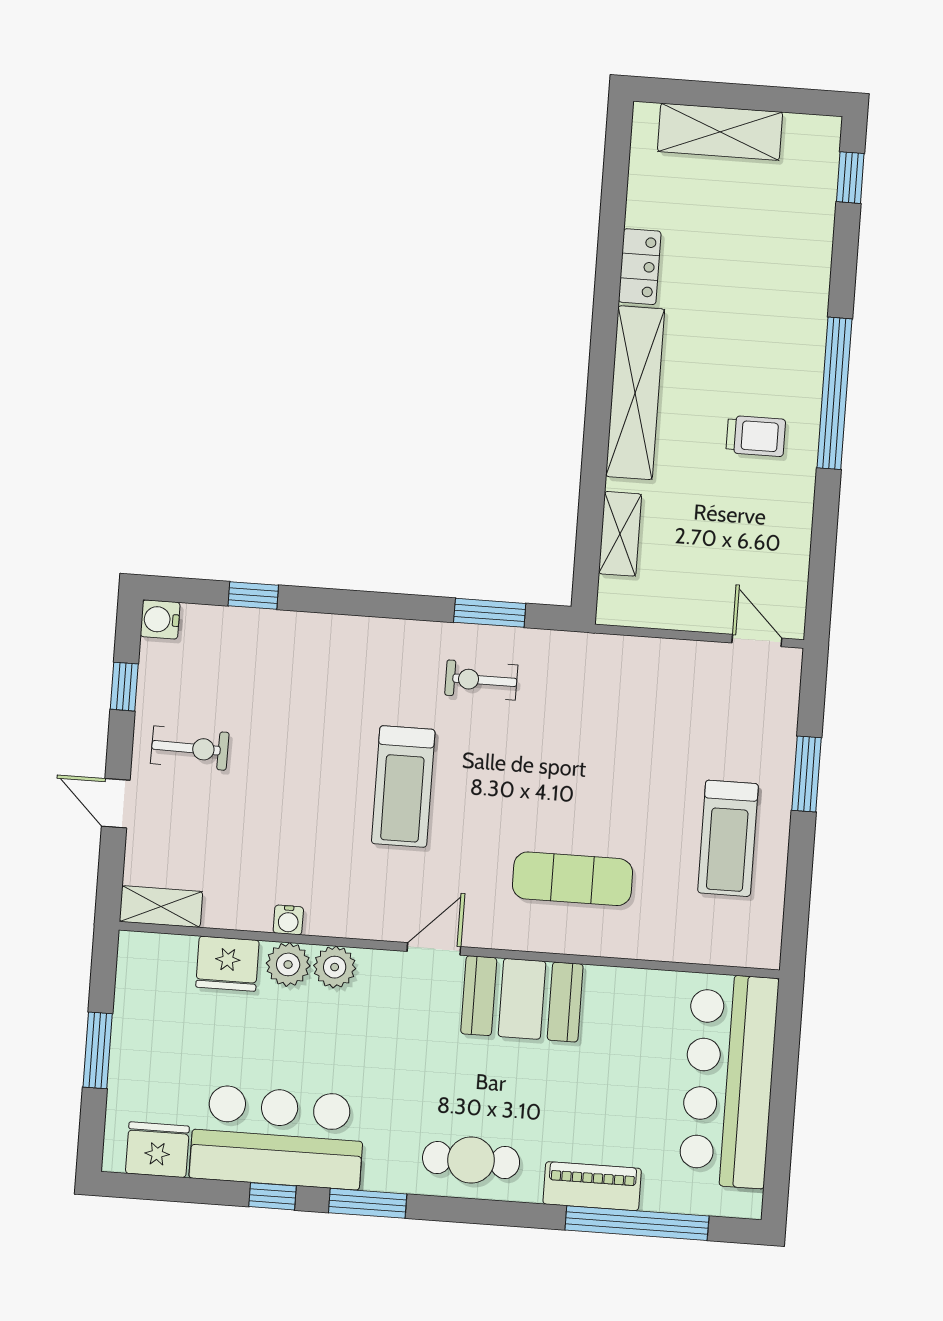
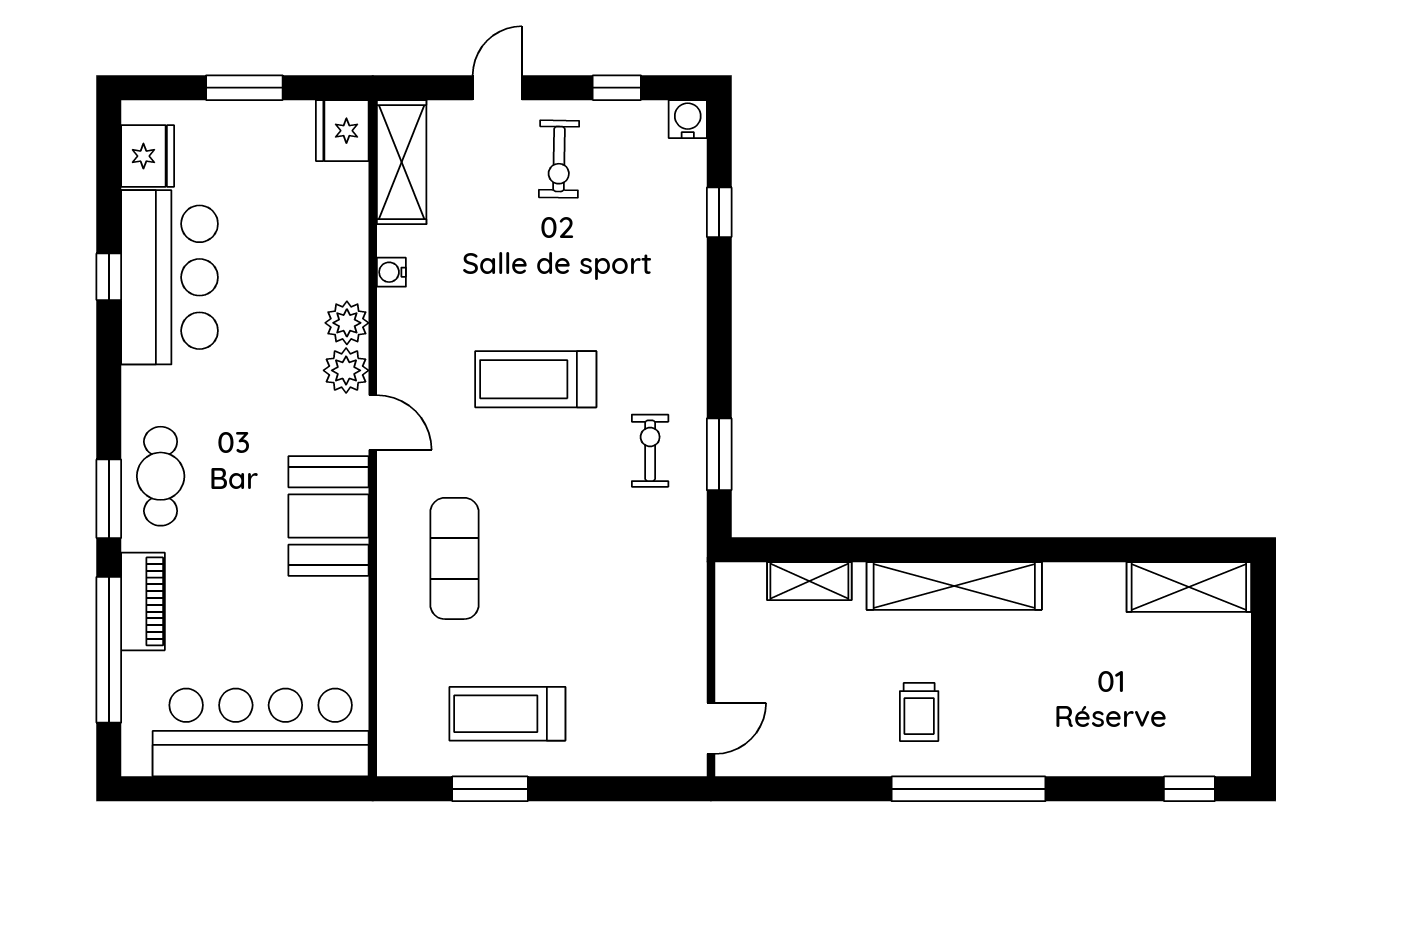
shelving: (720, 132) -> (1189, 587), moved, turned 90
locker: (640, 267) -> (1083, 581), removed
window: (806, 774) -> (490, 789), moved
shelving: (161, 907) -> (402, 162), width x1.50, depth x1.33
fridge: (227, 964) -> (342, 131), moved
plant: (288, 964) -> (346, 370), moved
window: (368, 1203) -> (109, 499), moved

